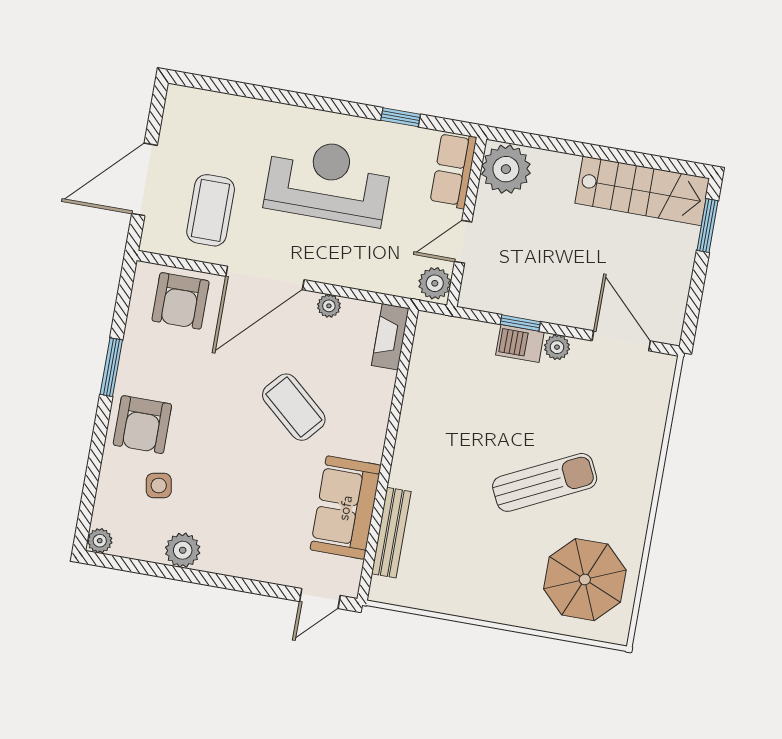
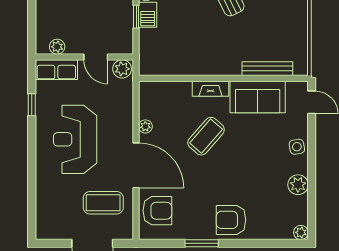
plant: (506, 169) -> (57, 47), width x0.53, depth x0.53
fireplace: (390, 337) -> (211, 89), moved
armchair: (142, 425) -> (231, 220), turned 180
side table: (159, 485) -> (297, 147), moved

